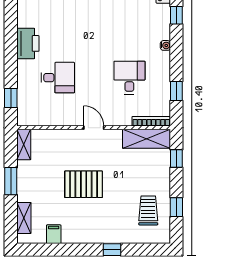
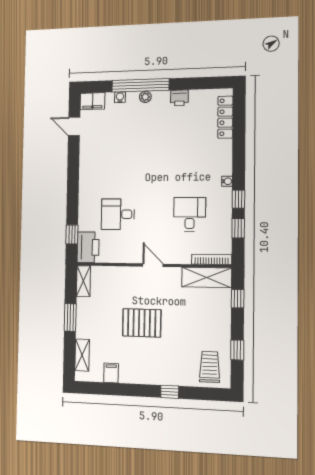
window: (176, 15) -> (238, 199), moved
printer: (28, 43) -> (88, 247), moved
desk: (58, 78) -> (118, 214), turned 180
trolley: (148, 210) -> (210, 367), moved

